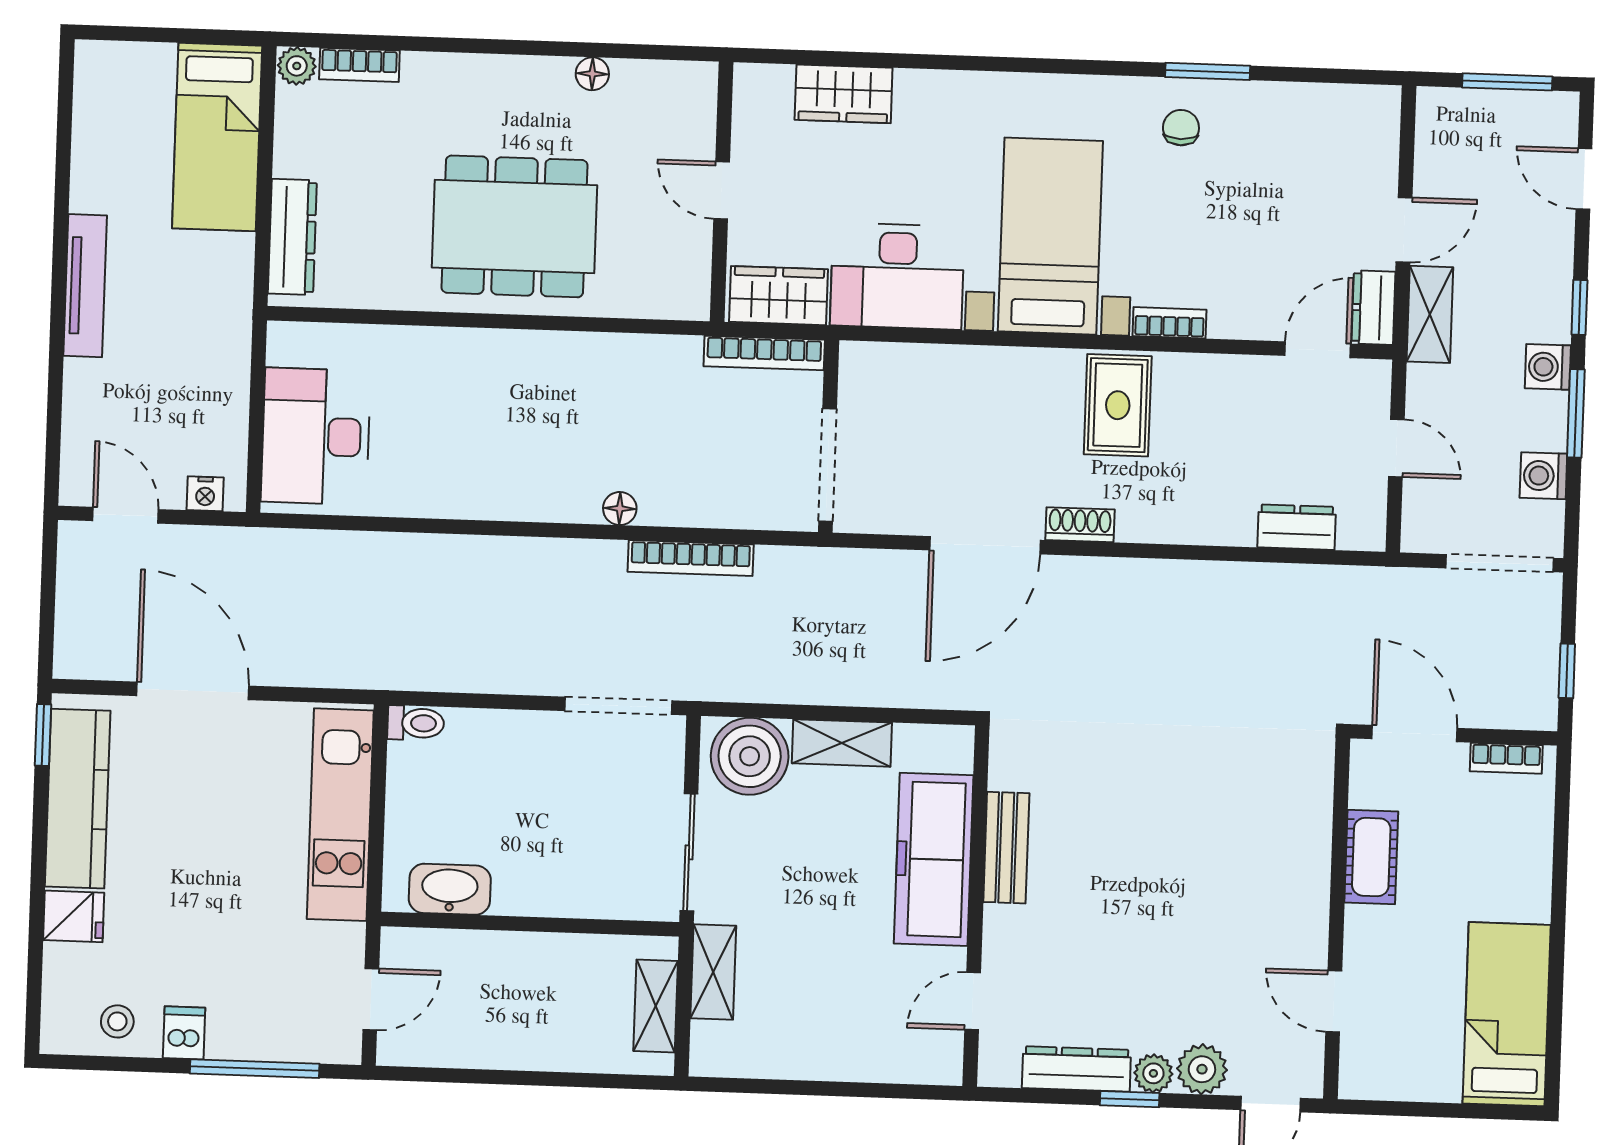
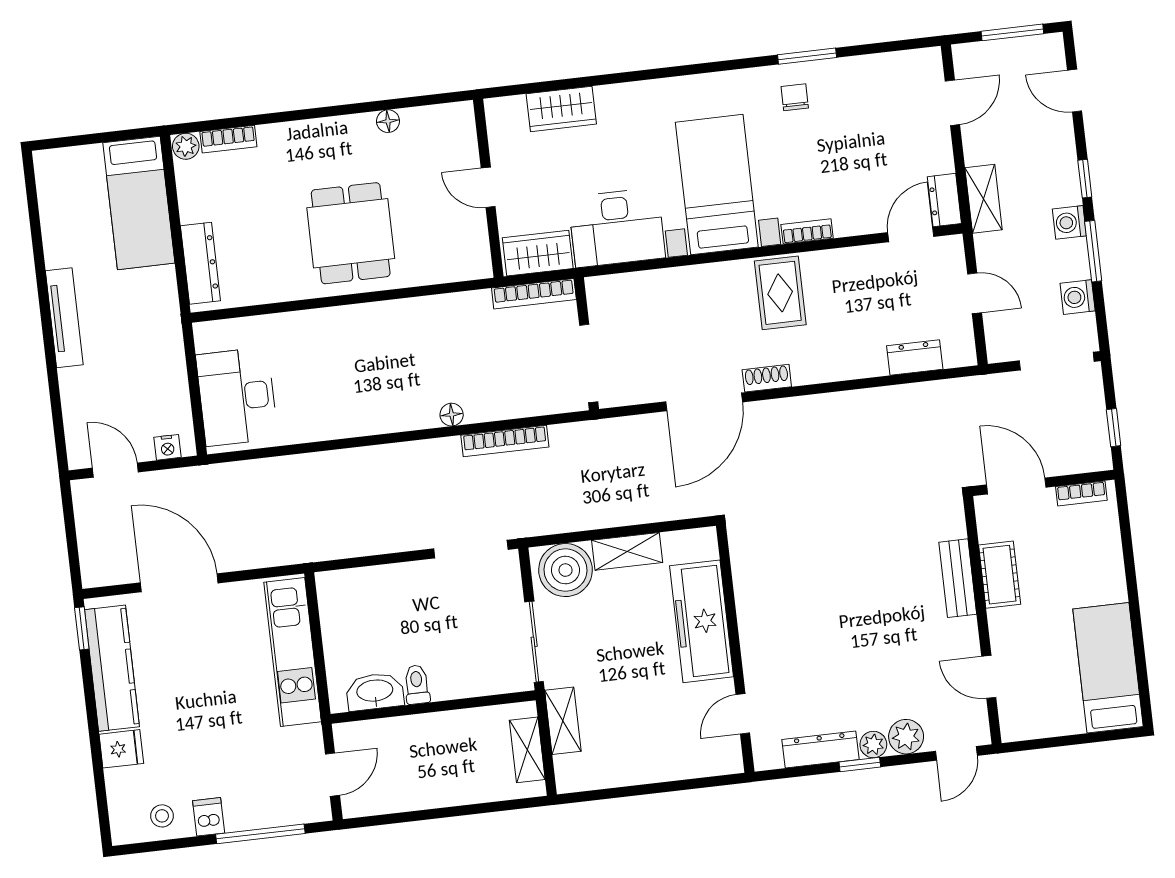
dining table: (514, 226) -> (351, 233), width x0.73
door: (1404, 230) -> (952, 103), moved
toilet: (416, 723) -> (417, 684), moved, turned -90
bench: (1006, 848) -> (958, 578), moved

